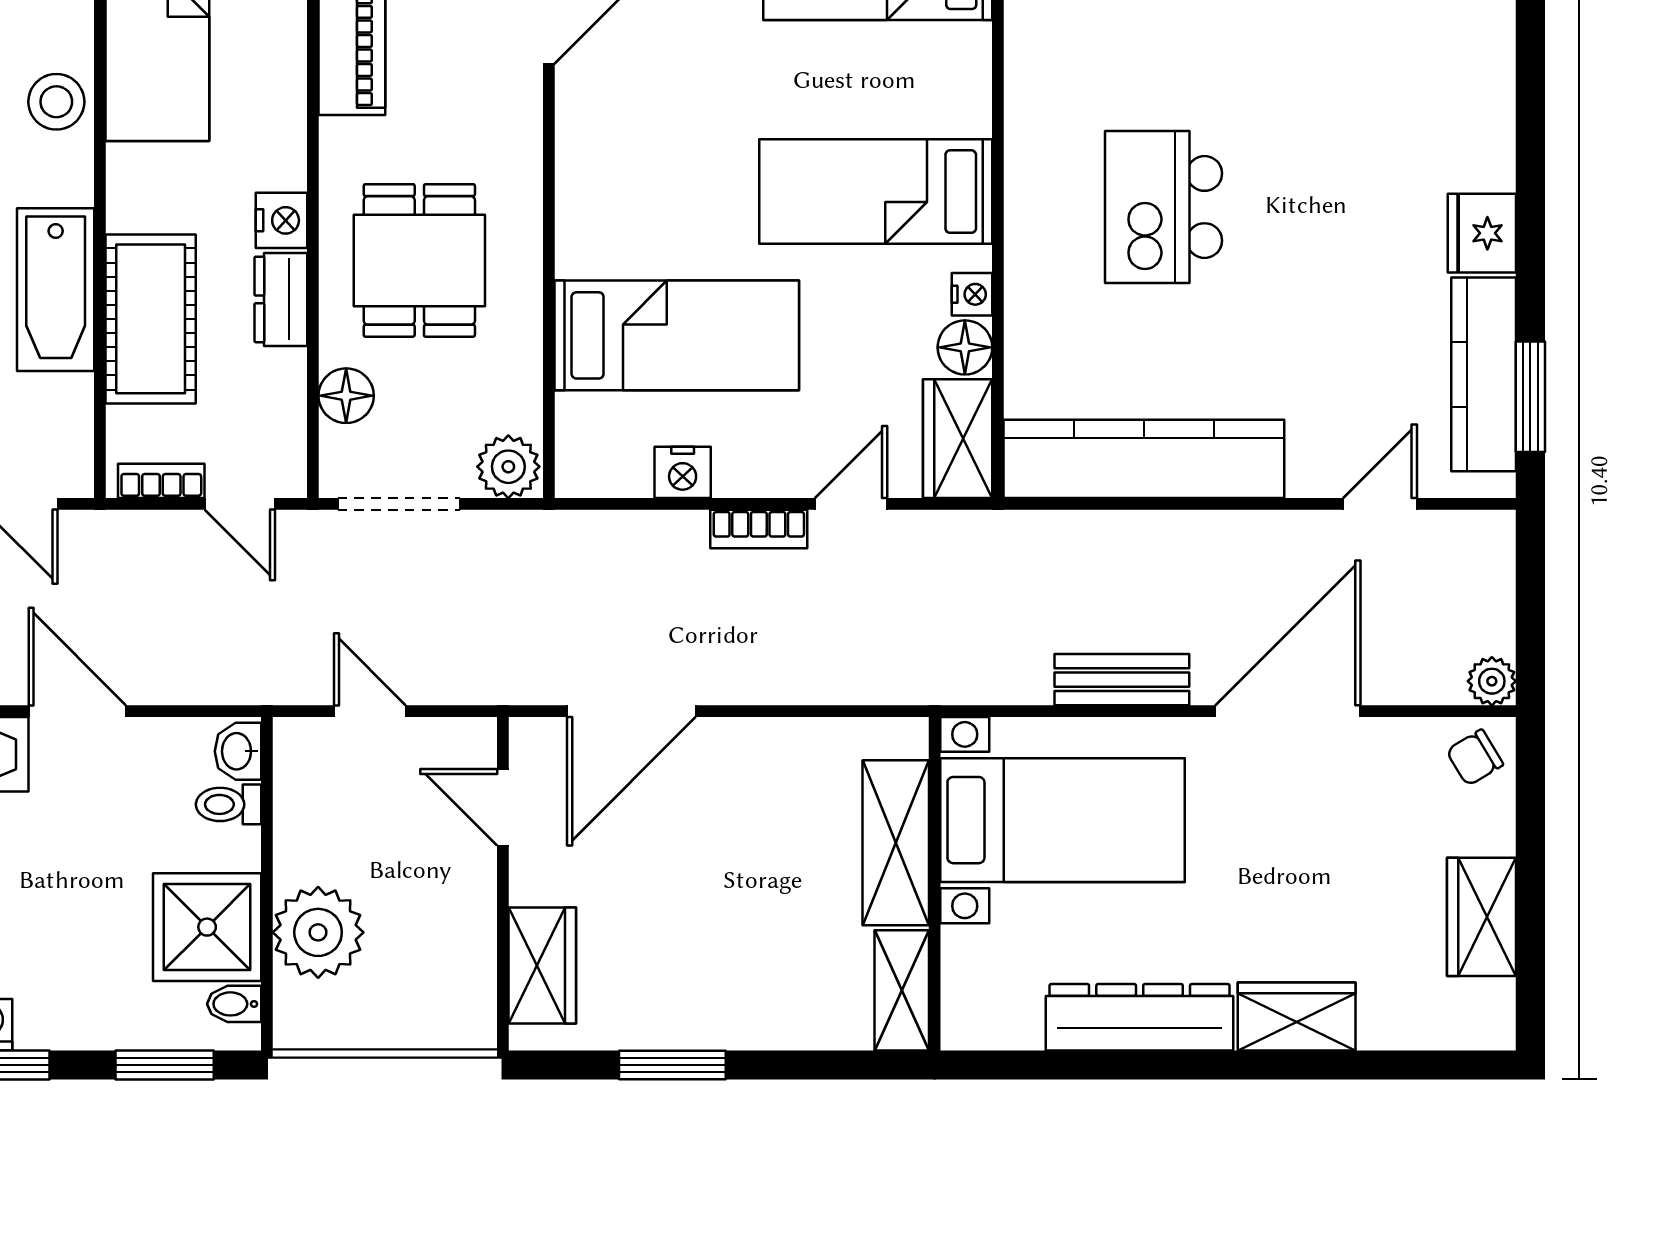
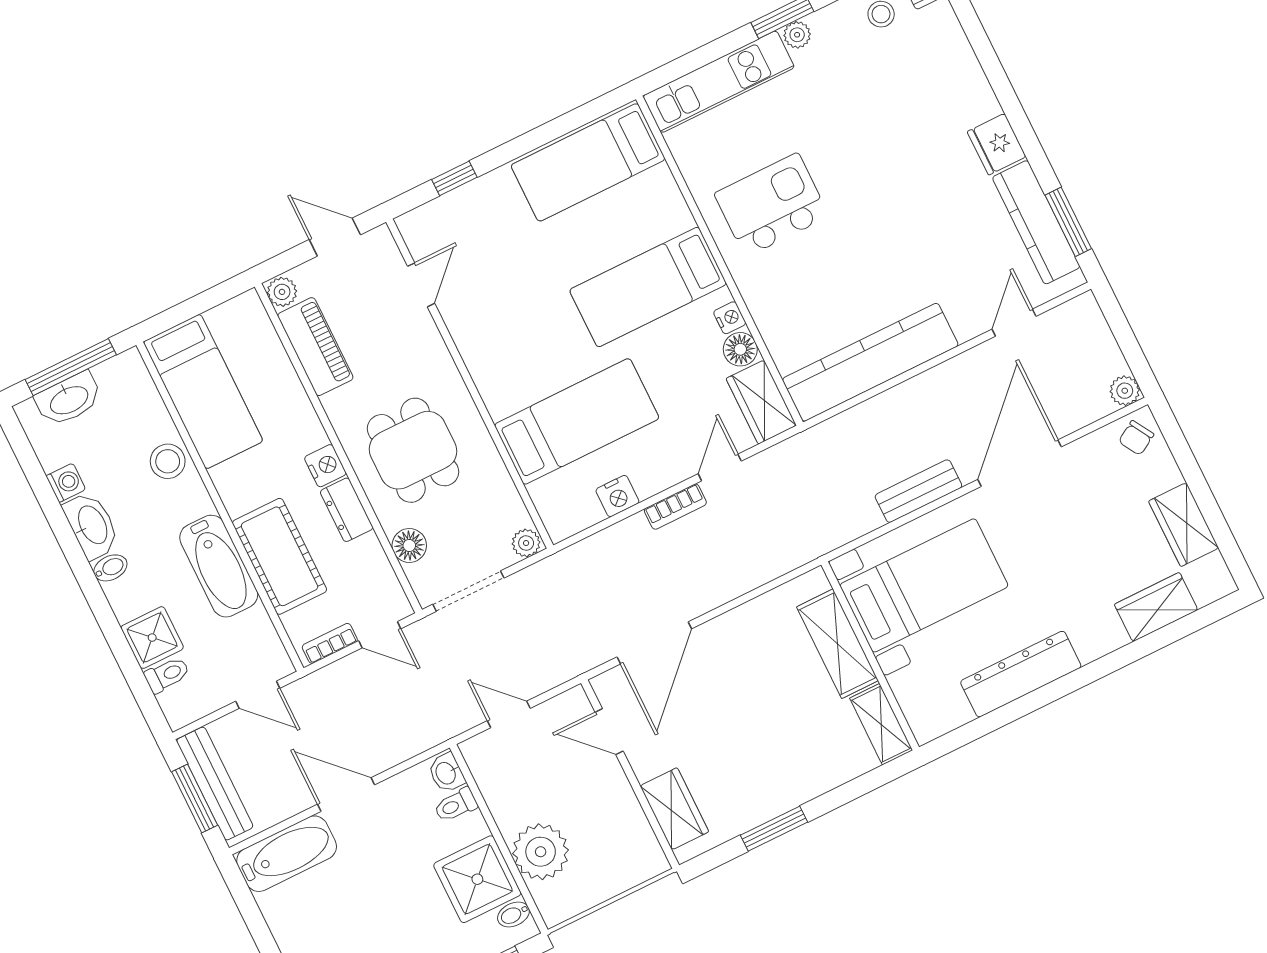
kitchen island: (1164, 207) -> (772, 205), moved, turned 90
plant: (508, 467) -> (526, 543), width x0.73, depth x0.73
wardrobe: (1297, 1017) -> (1156, 607), moved

